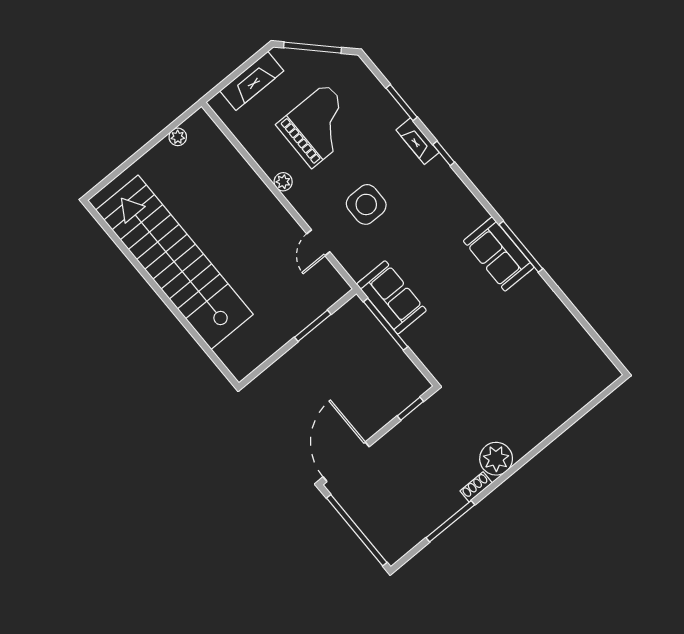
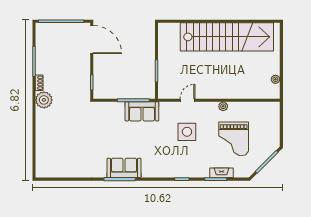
fireplace: (252, 81) -> (273, 127), removed
fireplace: (418, 141) -> (221, 173), moved
door: (318, 243) -> (188, 100), hinge flipped

